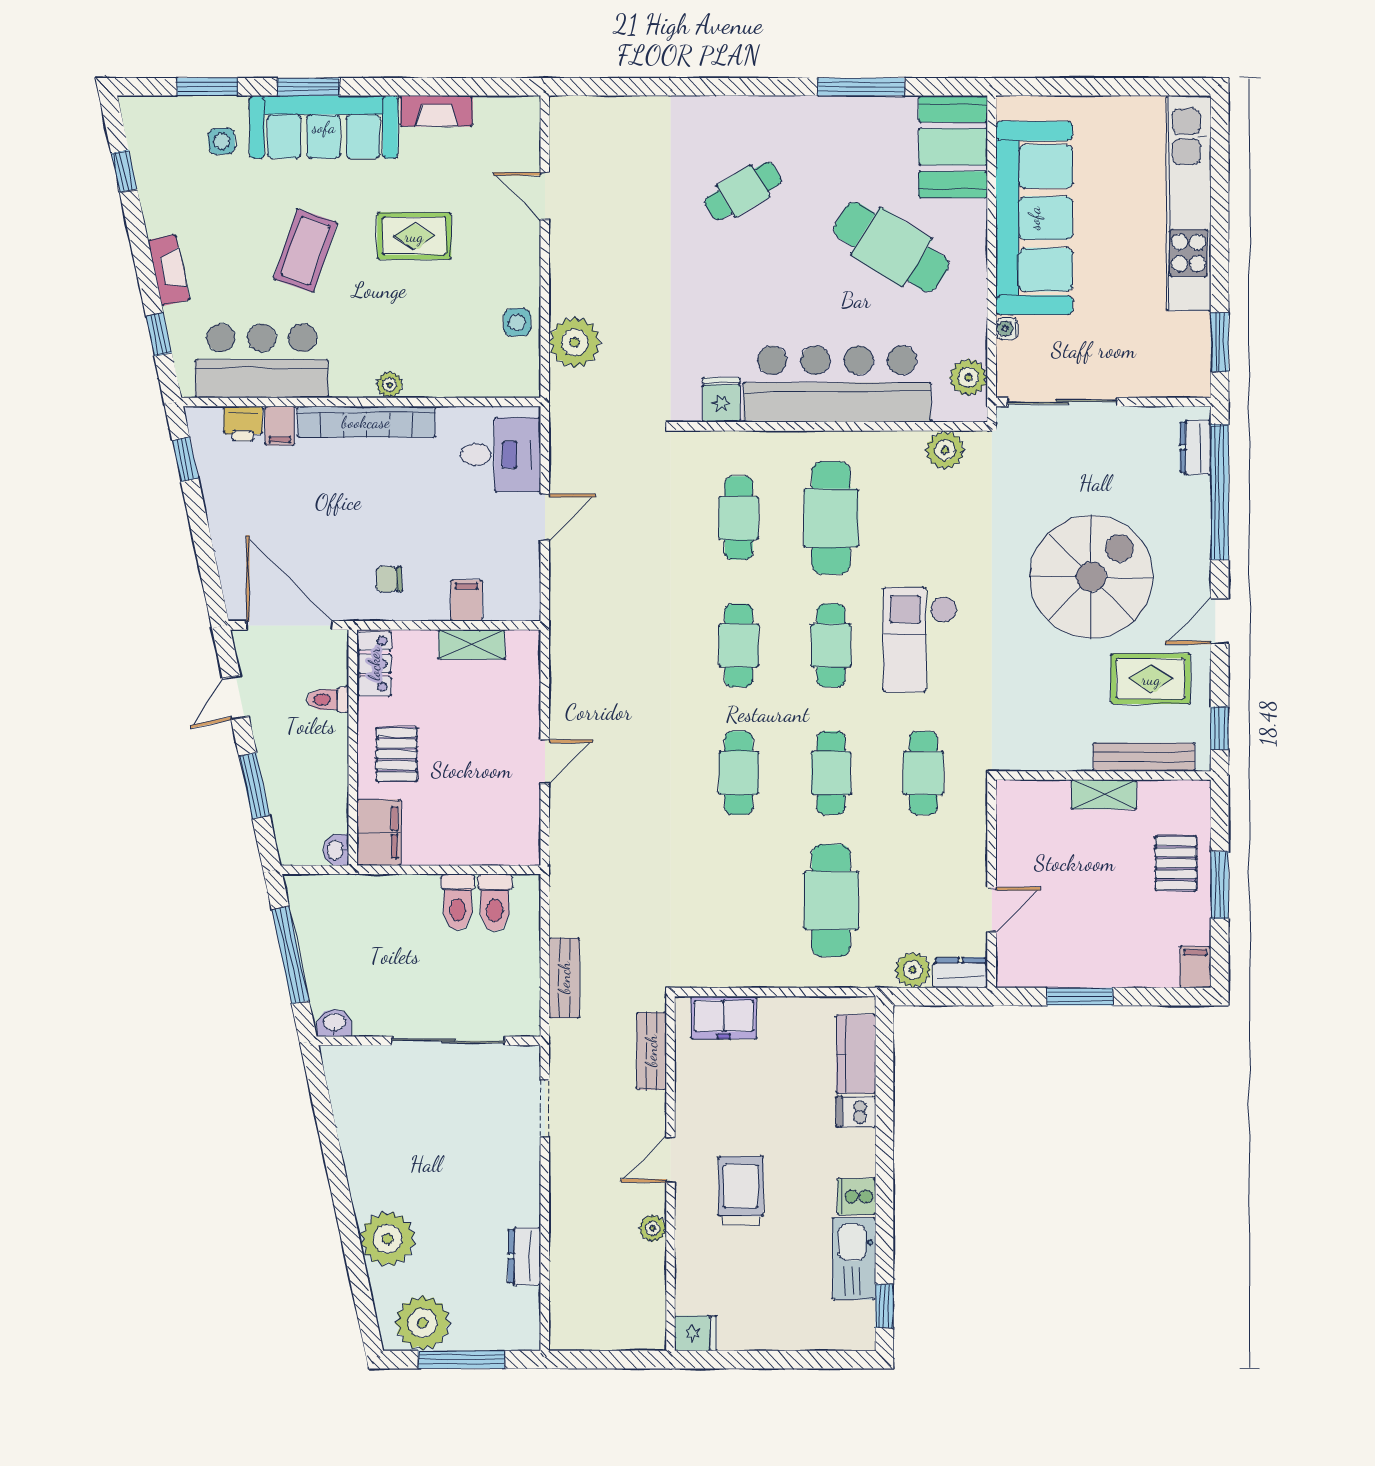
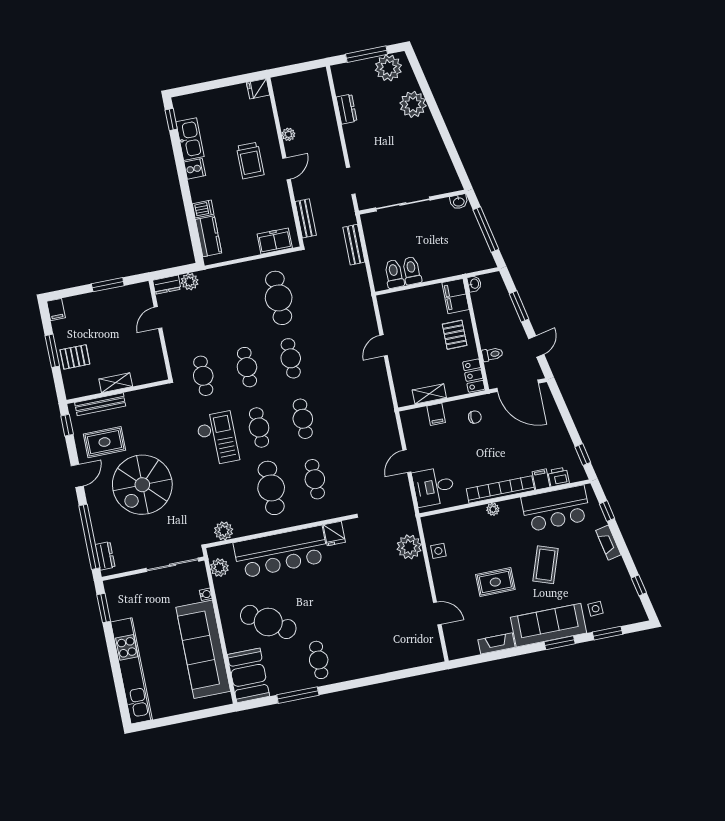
cafe table: (743, 191) -> (319, 660), moved, turned -59
pallet: (1176, 863) -> (75, 357), turned 90
cafe table: (831, 901) -> (279, 298), moved

